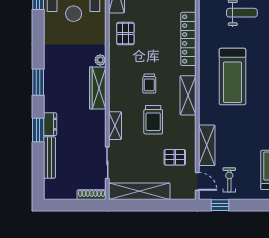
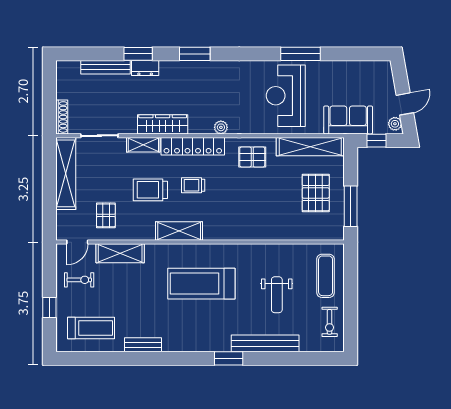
locker: (188, 39) -> (193, 146), moved, turned 180
wardrobe: (98, 88) -> (163, 124), moved
window: (220, 205) -> (49, 308), moved

